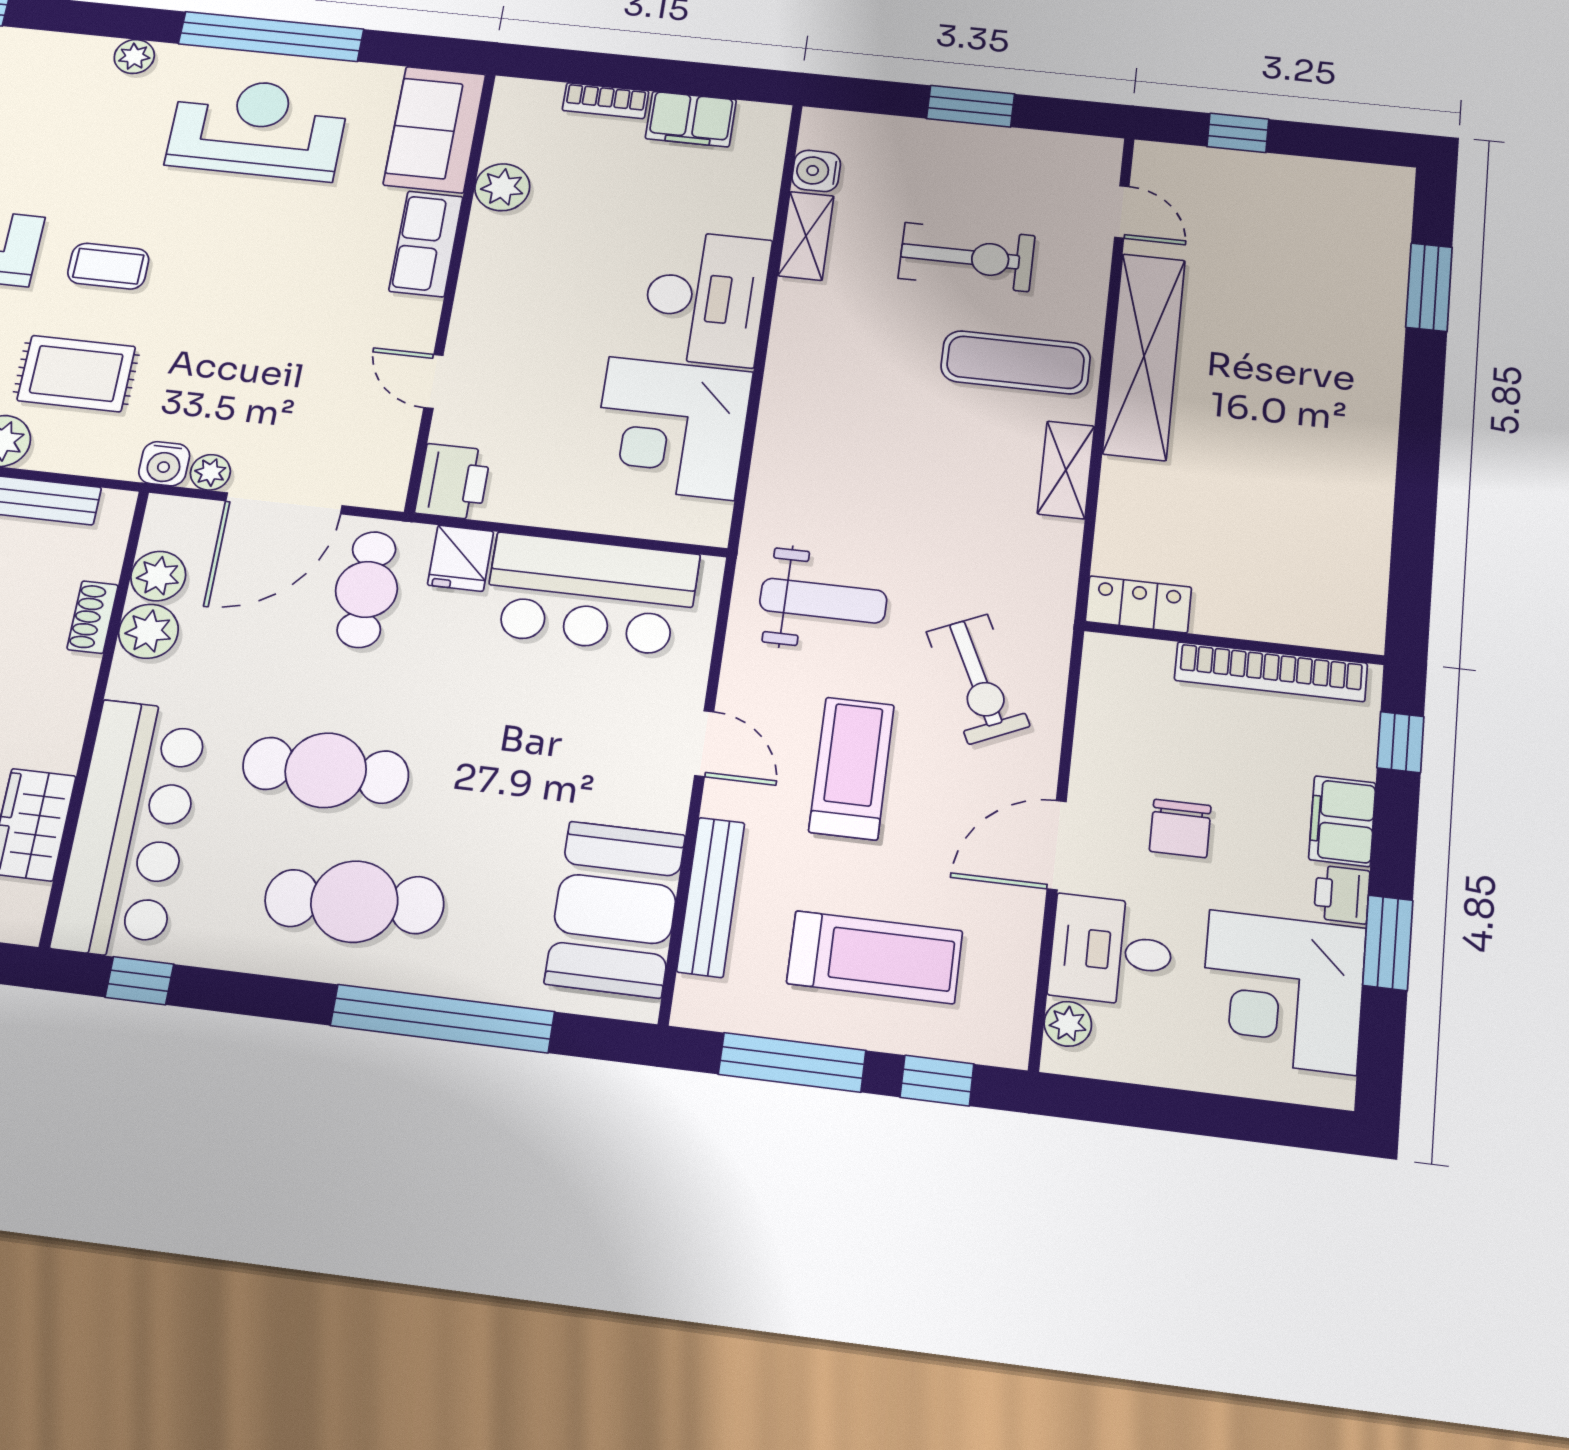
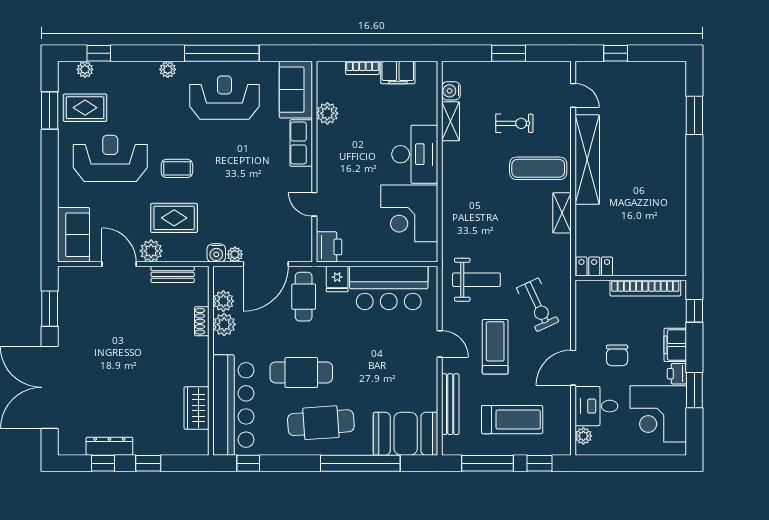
exercise bike: (967, 257) -> (514, 123), width x0.73, depth x0.72
booth: (615, 909) -> (406, 434), moved, turned 90

